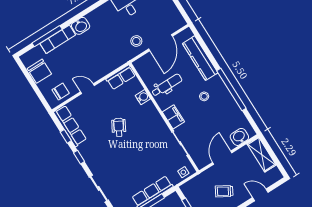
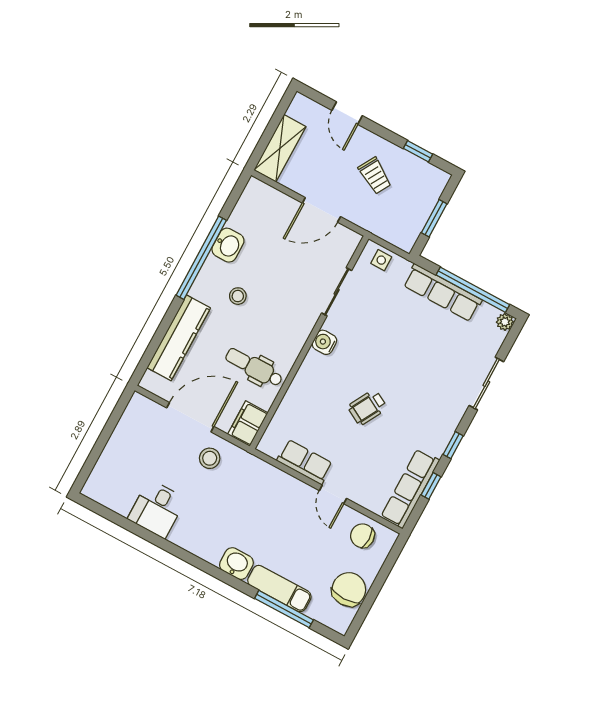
row of seats: (121, 77) -> (305, 462), moved
water cooler: (143, 97) -> (324, 342), moved
filing cabinet: (173, 117) -> (248, 424), moved
washbasin: (239, 137) -> (228, 245), moved, turned -90

